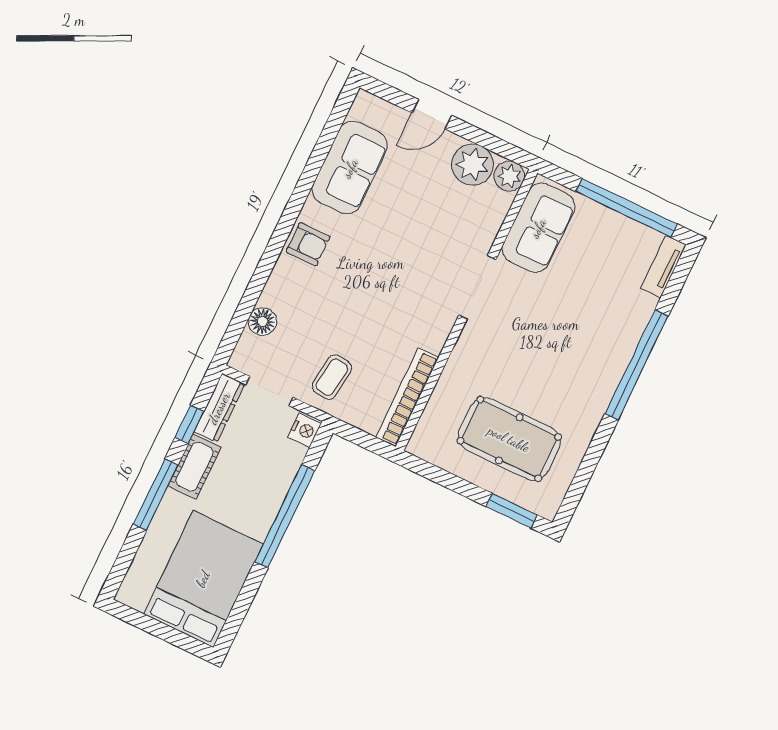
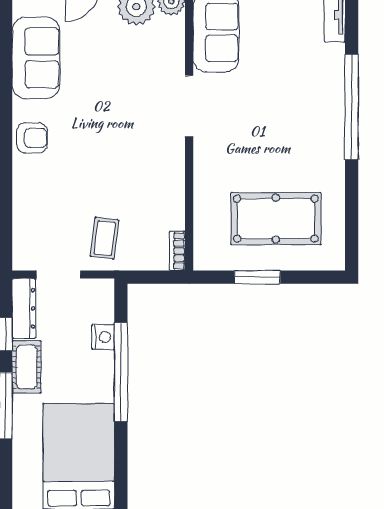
floor lamp: (263, 321) -> (25, 220), removed
bookcase: (407, 397) -> (177, 251), width x0.43, depth x0.76
nightstand: (305, 430) -> (103, 337), moved
window: (512, 511) -> (257, 277), moved

